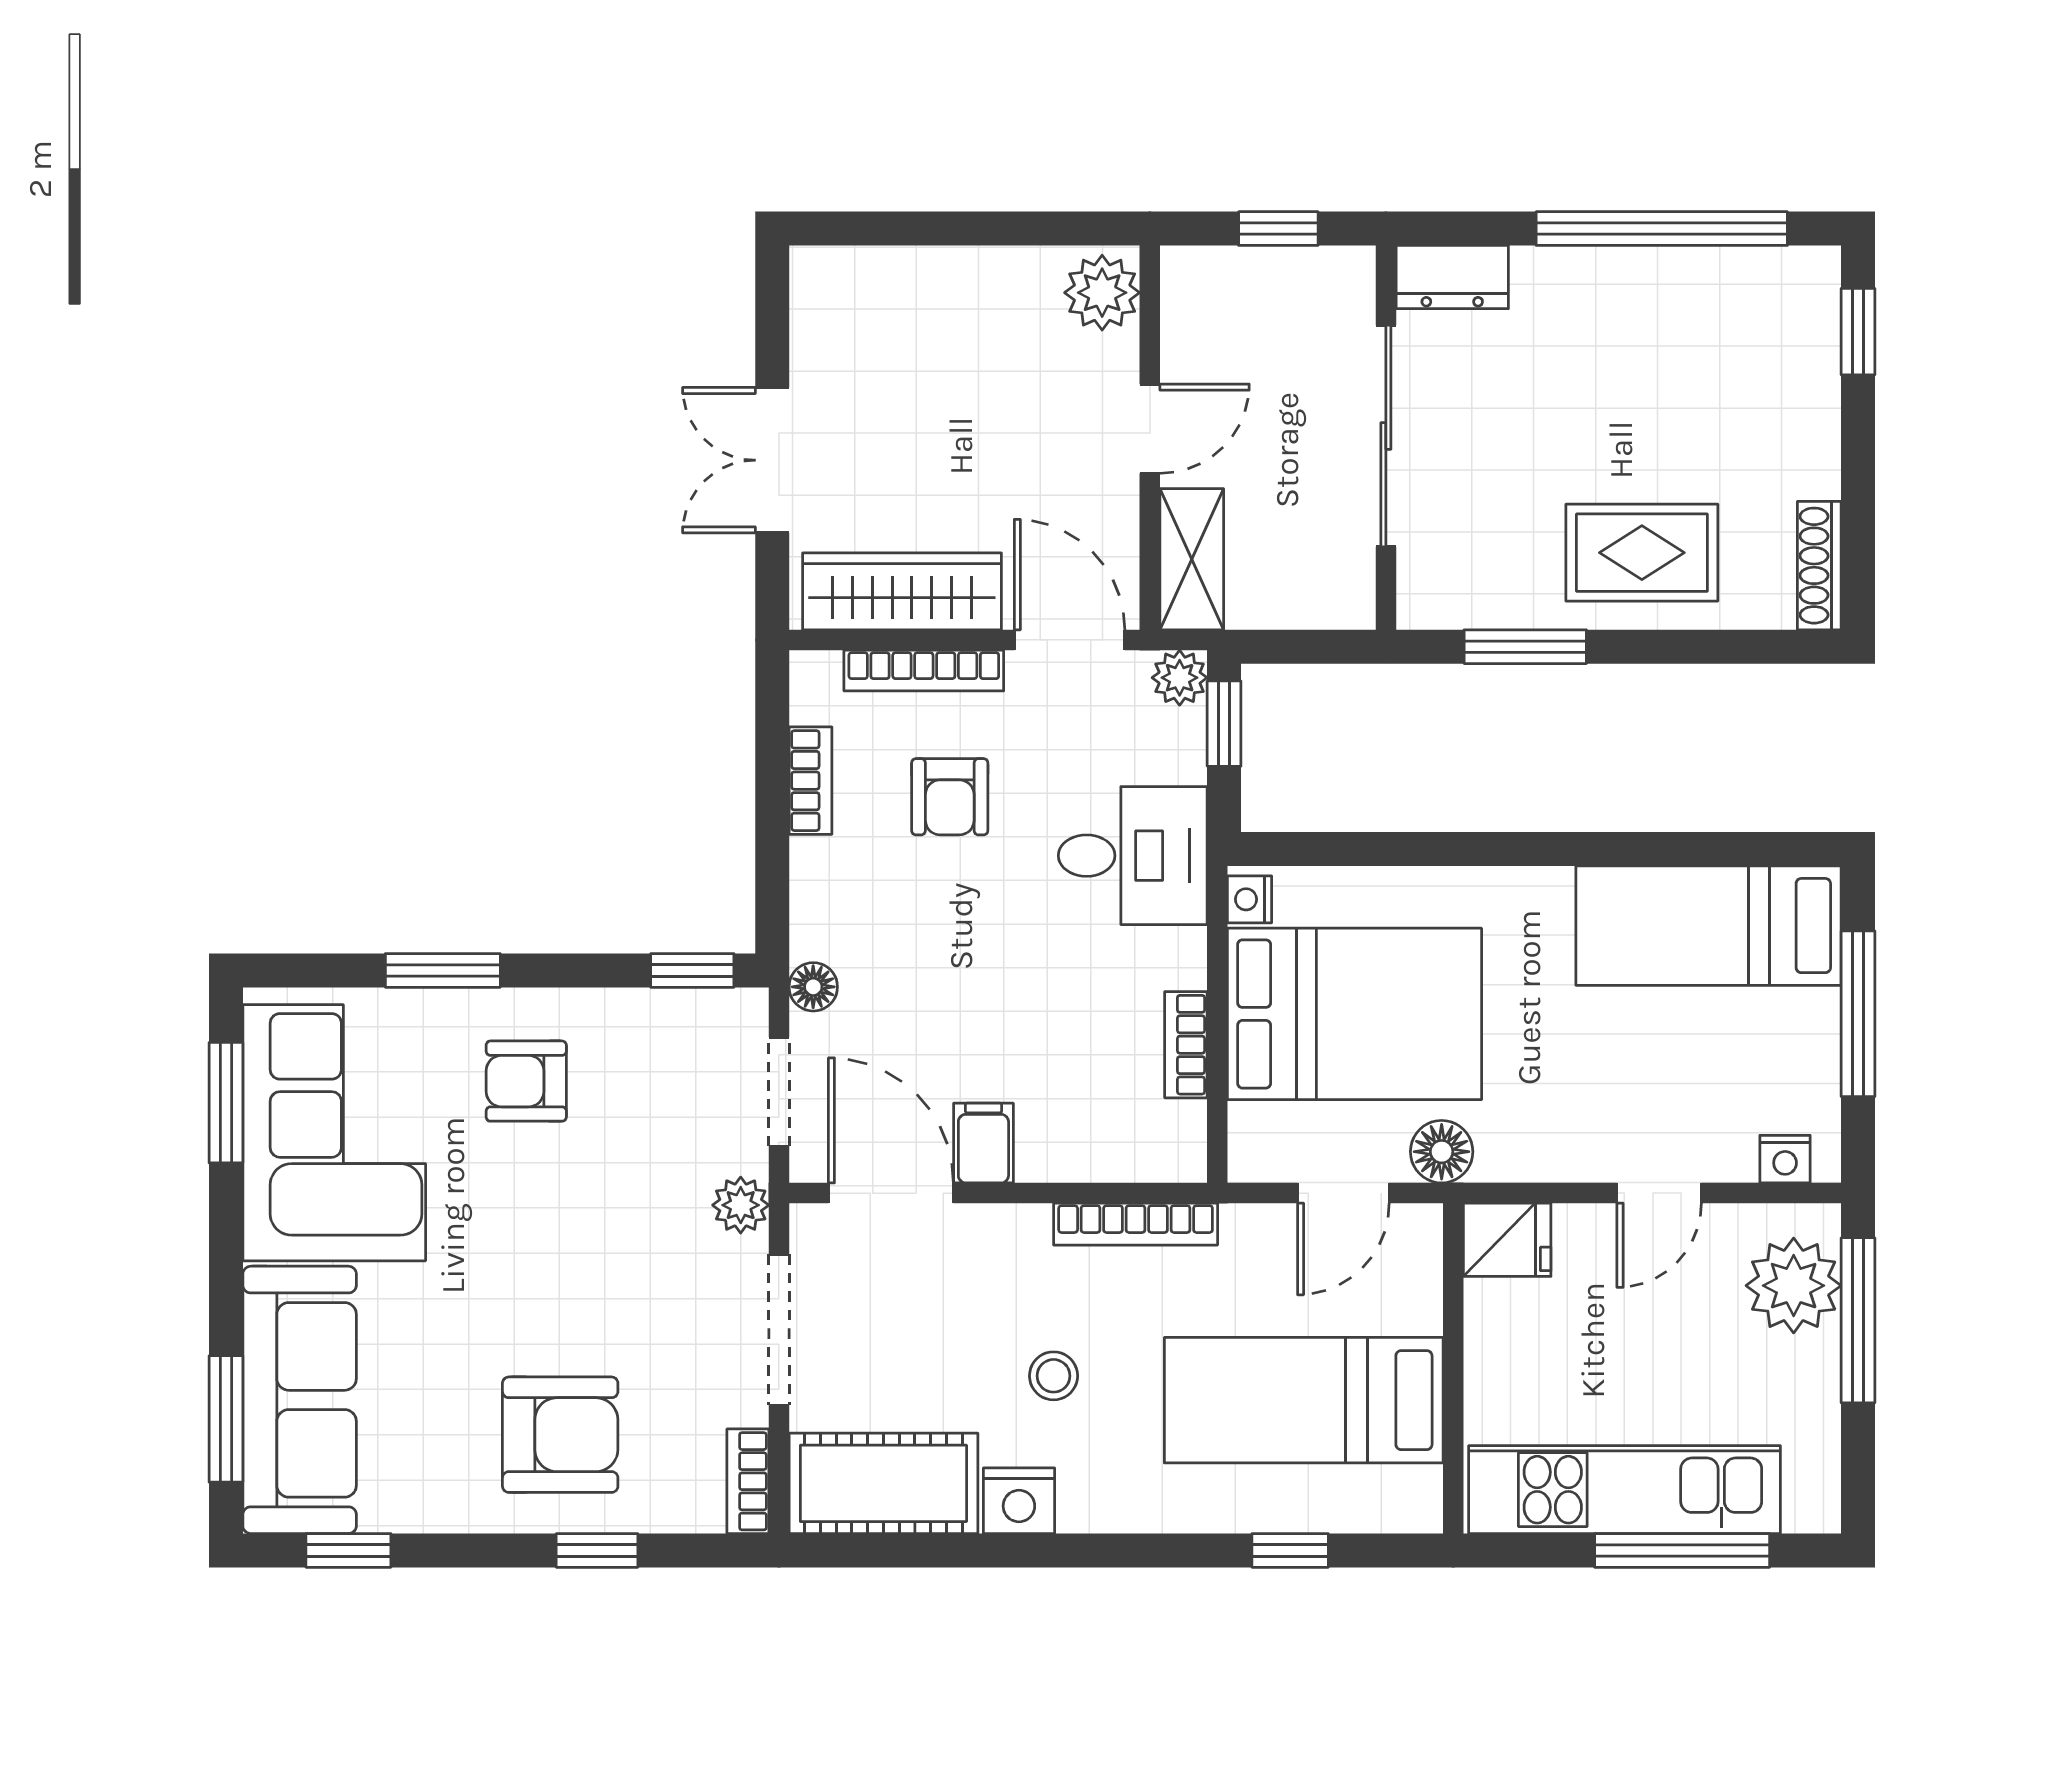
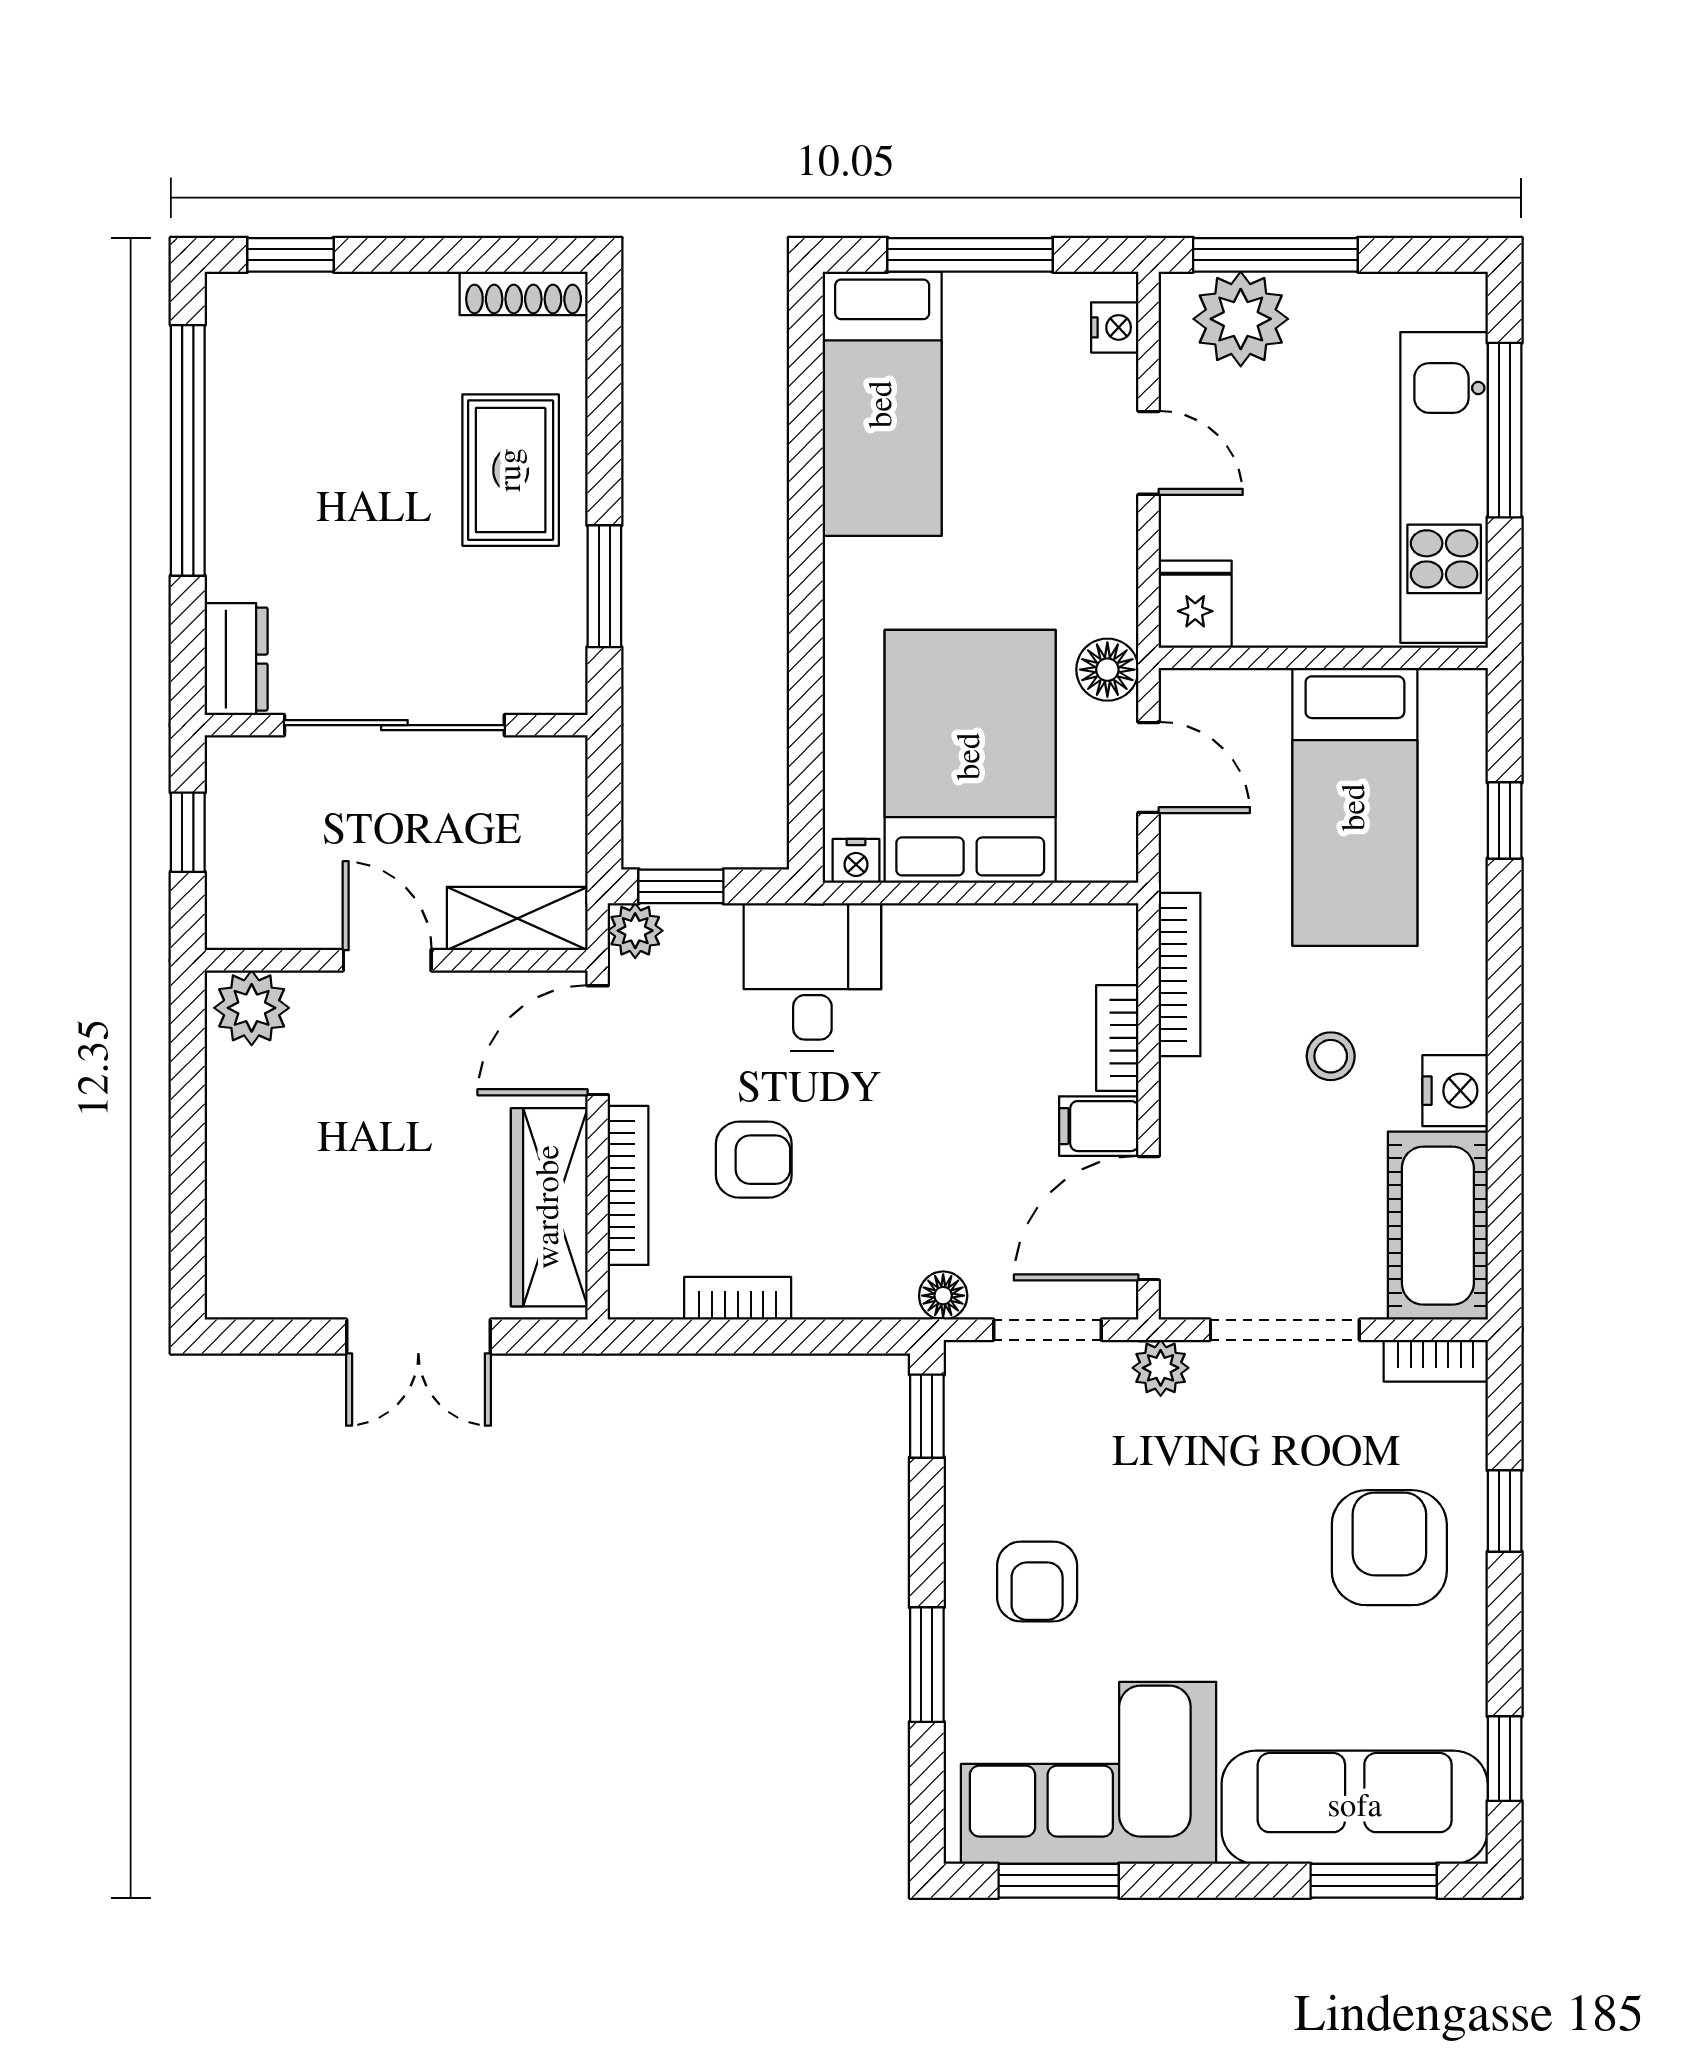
bookcase: (1186, 1045) -> (1117, 1038), moved, turned 90

